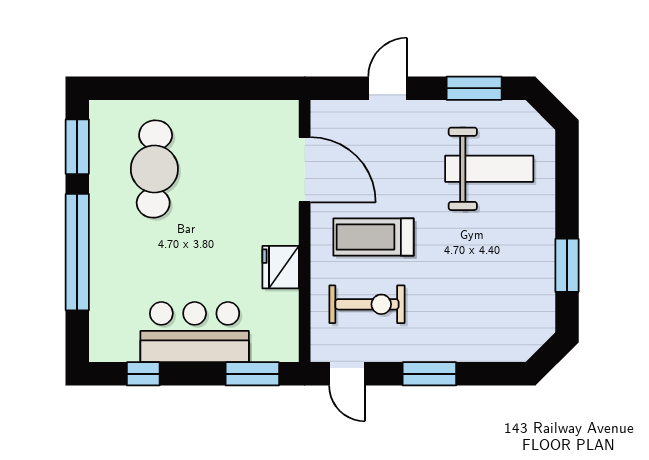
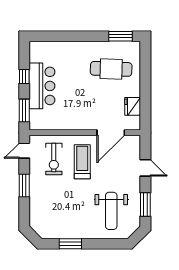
window: (77, 252) -> (76, 36), removed
fridge: (281, 267) -> (133, 106), moved, turned -90
window: (143, 374) -> (24, 77), moved

